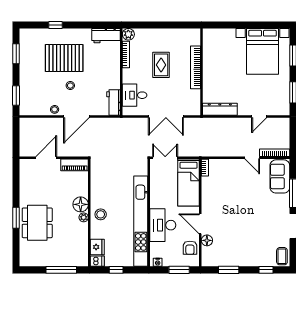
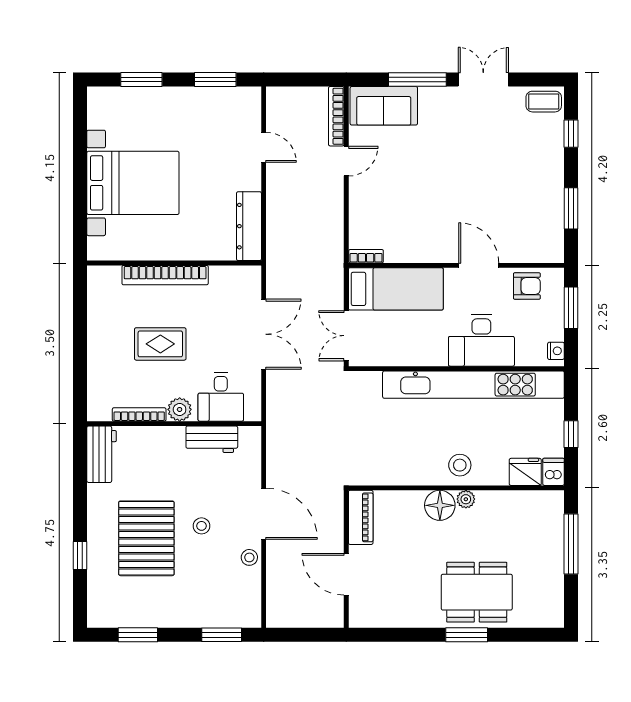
plant: (128, 34) -> (180, 409), moved
bed with nightstands: (263, 51) -> (133, 183), moved
workbench: (114, 103) -> (212, 439), moved
door: (200, 224) -> (479, 265), swing flipped
floor lamp: (207, 240) -> (512, 252), removed

